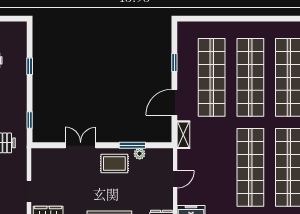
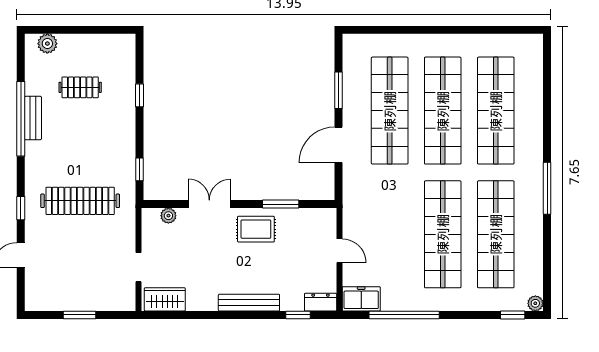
window: (174, 63) -> (338, 90), width x1.50
shelving: (183, 135) -> (351, 190), removed
plant: (140, 154) -> (168, 216), moved
door: (175, 179) -> (339, 251), hinge flipped

